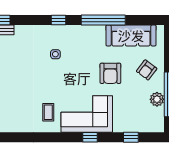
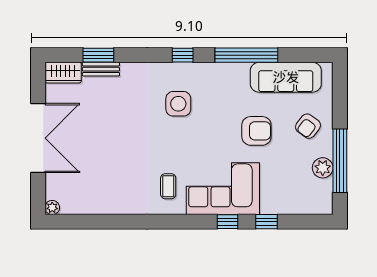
side table: (55, 54) -> (178, 104), width x1.87, depth x1.87
armchair: (110, 73) -> (256, 131), turned -90
window: (131, 137) -> (267, 222), moved

